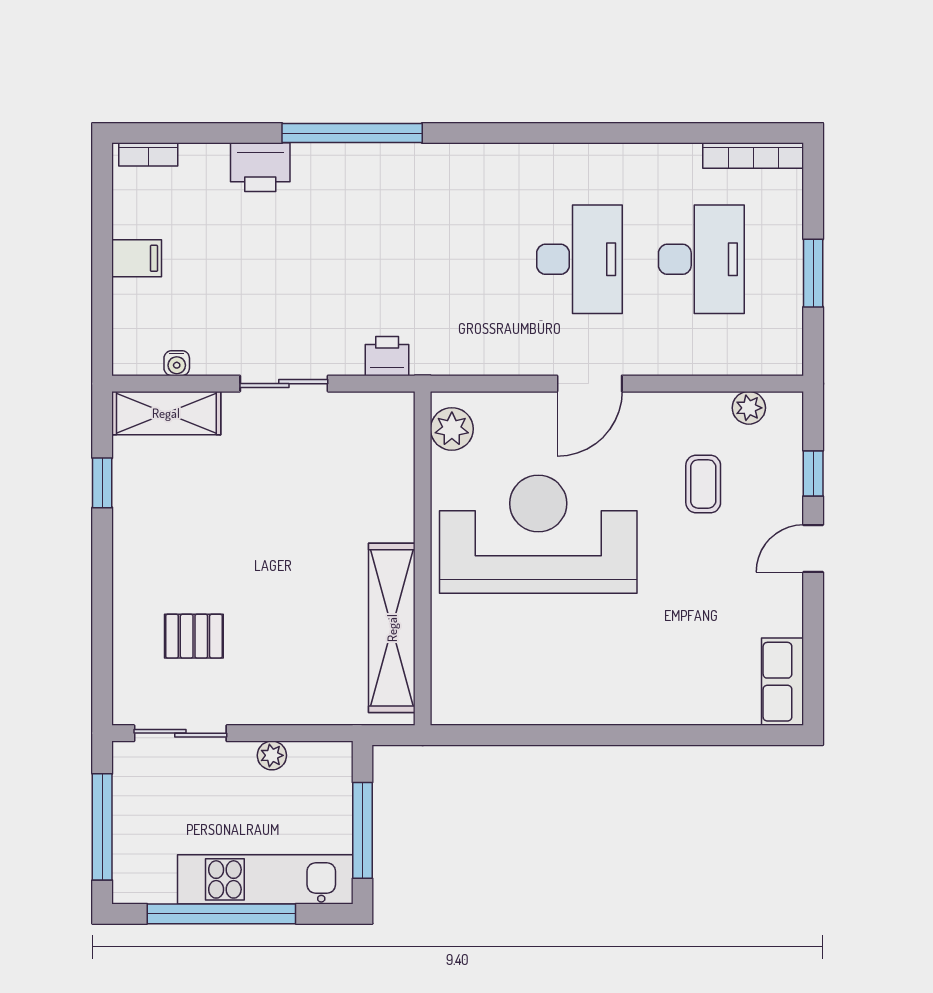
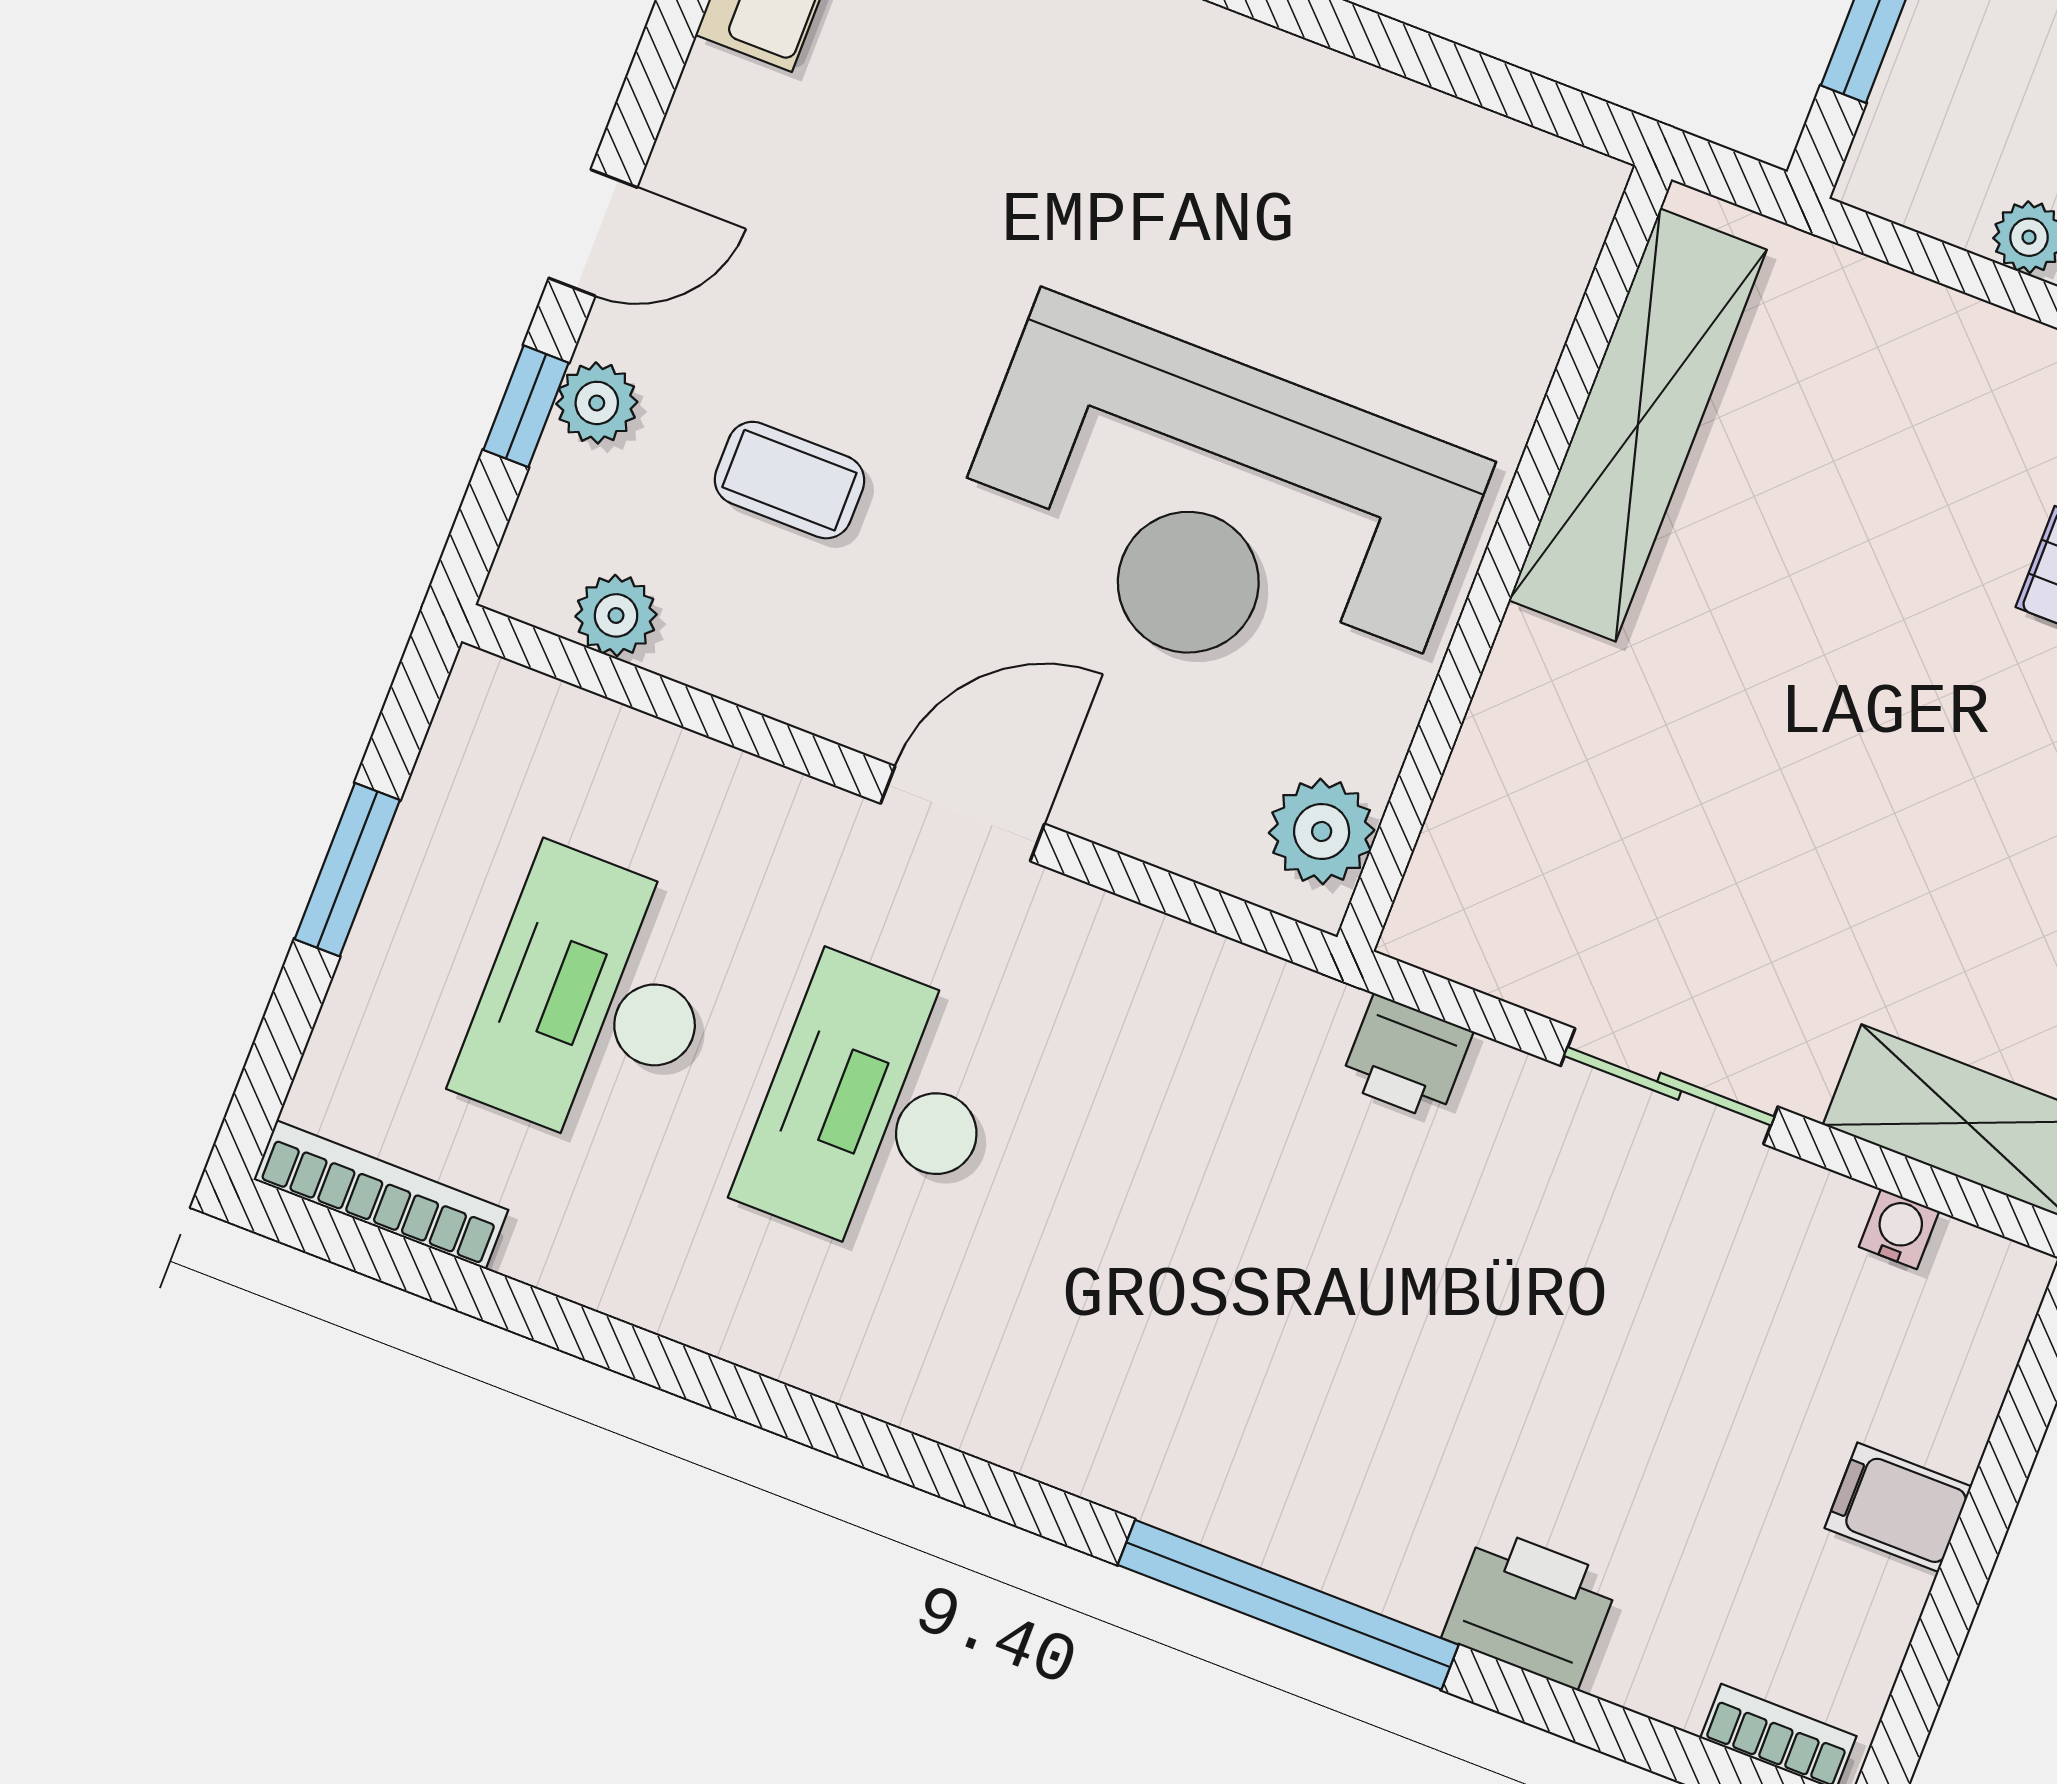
coffee table: (703, 484) -> (789, 480), turned 90
plant: (787, 485) -> (597, 403), added

